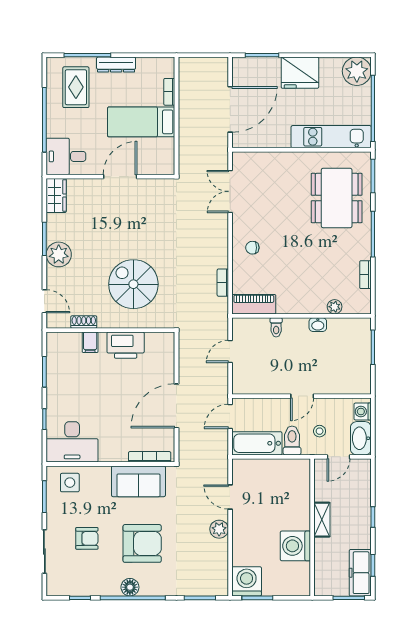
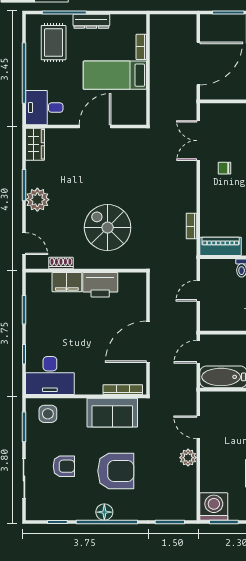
chair: (252, 248) -> (224, 168), moved
filing cabinet: (90, 342) -> (67, 282), width x2.00

